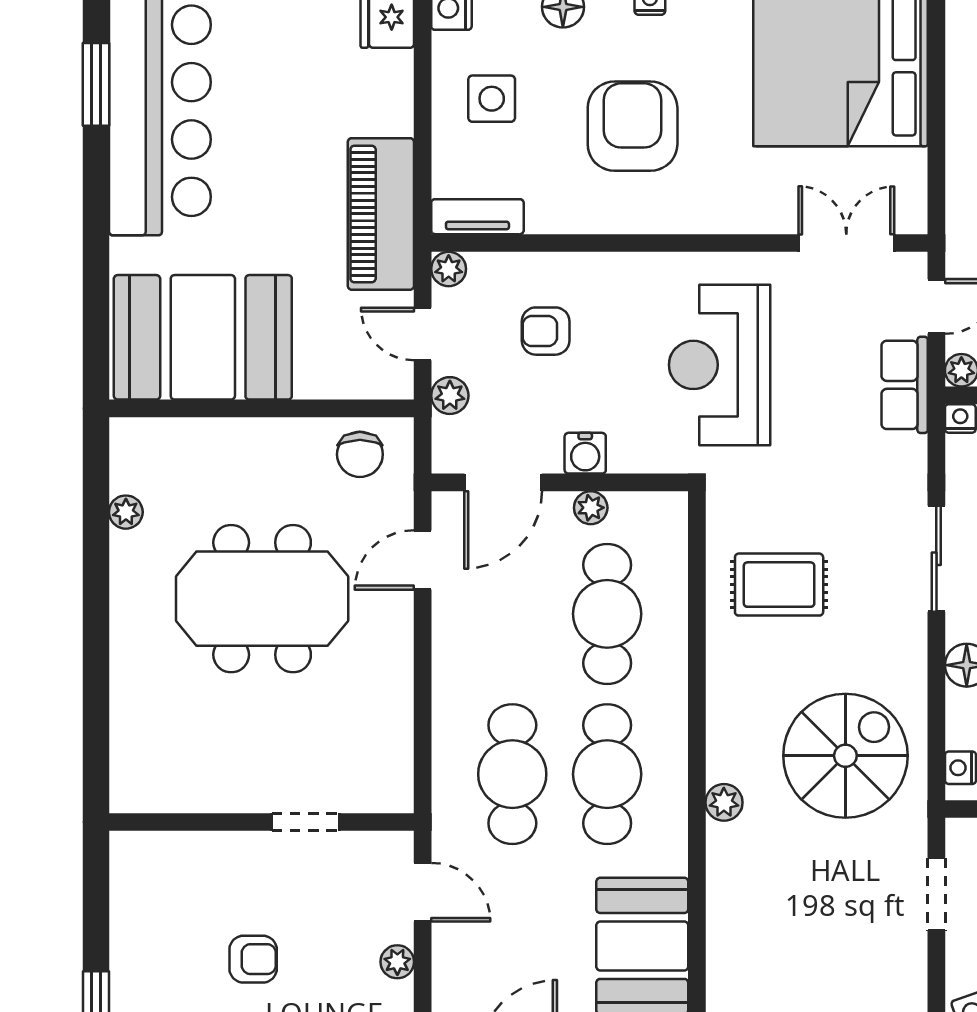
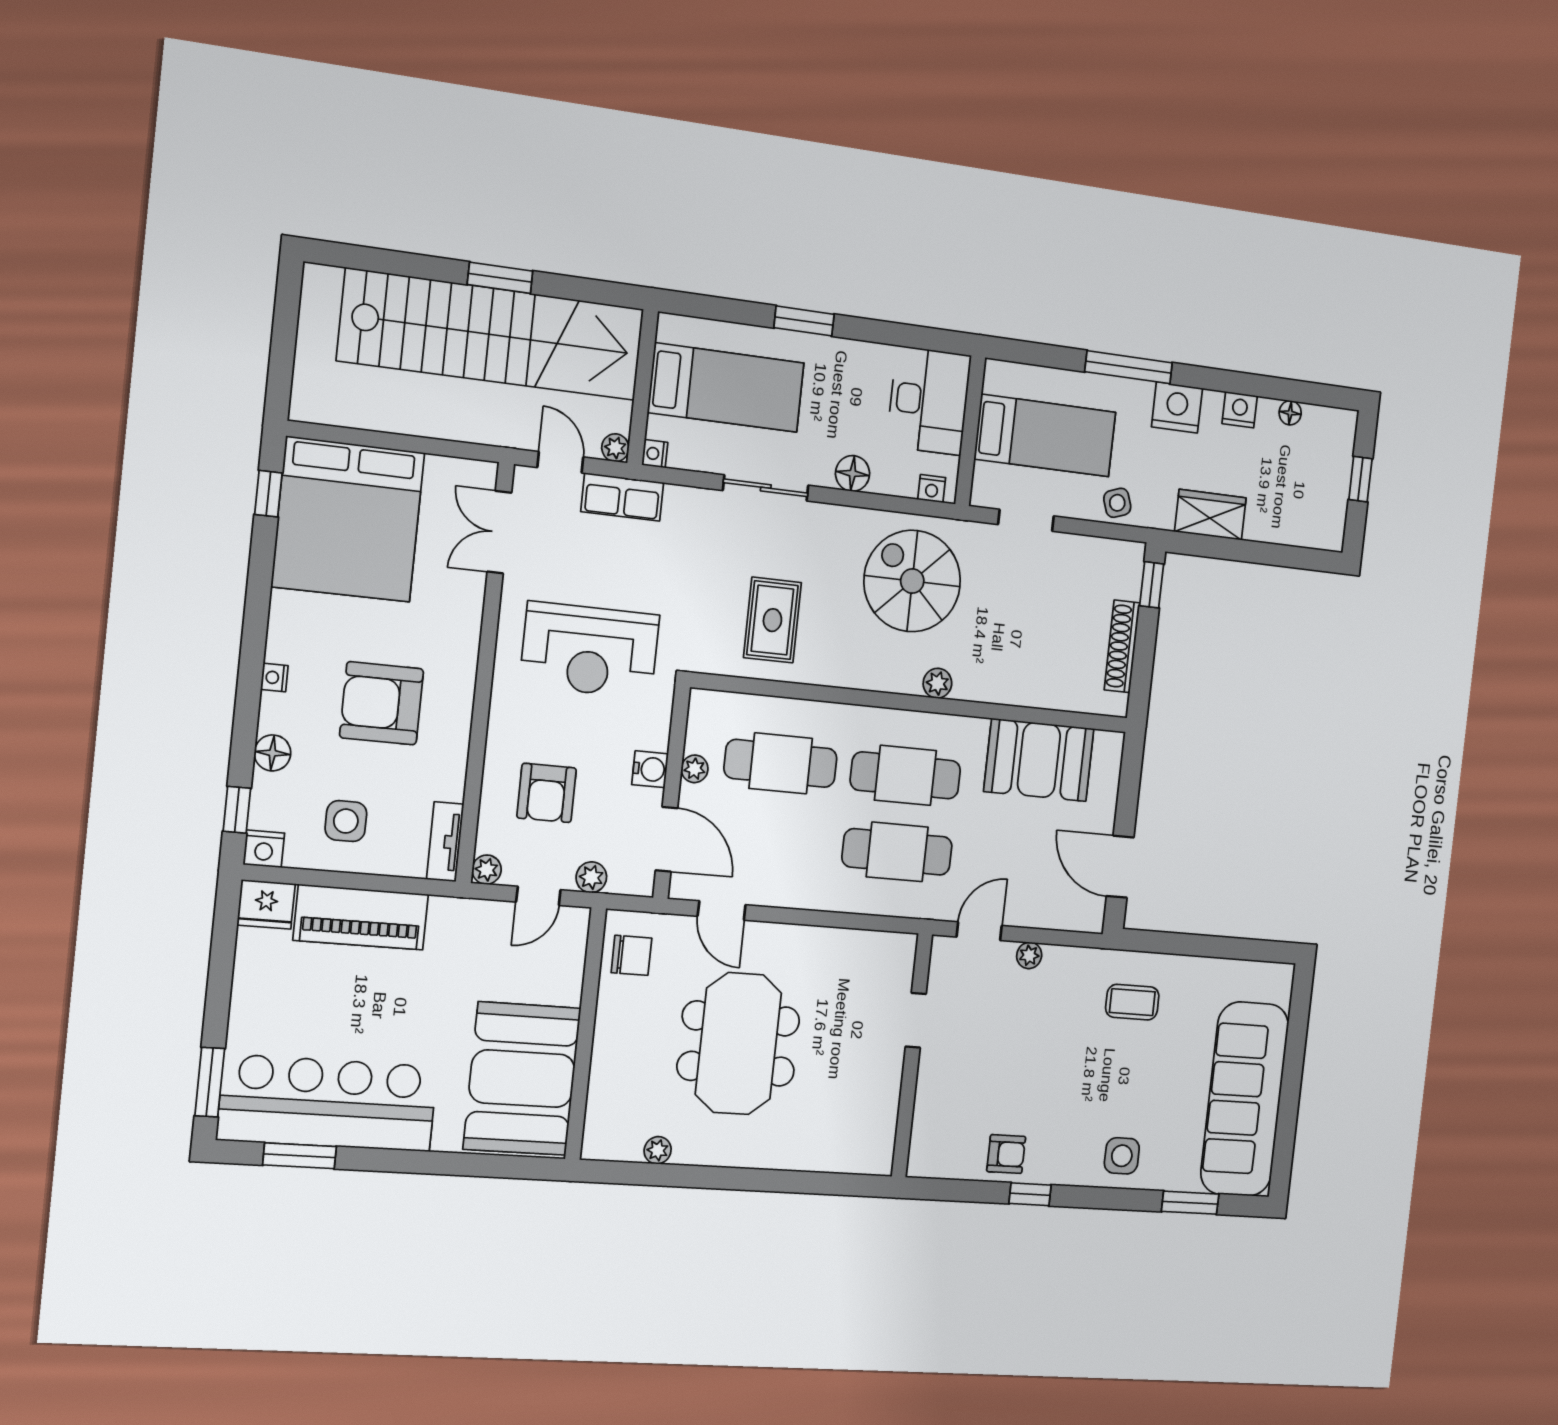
piano: (381, 214) -> (361, 917), moved
armchair: (546, 331) -> (547, 793), width x1.38, depth x1.38
armchair: (253, 959) -> (1006, 1154), moved, turned 90

